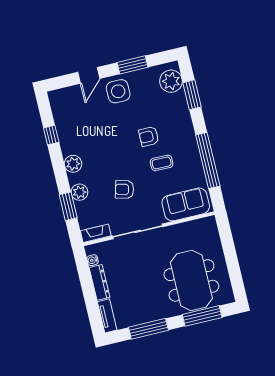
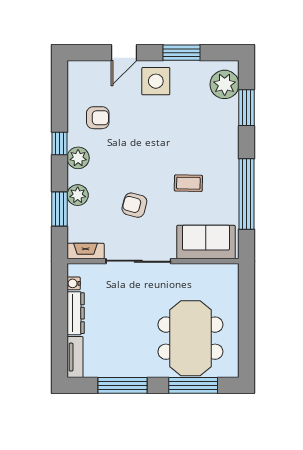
window: (51, 135) -> (59, 144), moved
armchair: (149, 136) -> (98, 118), moved, turned 180

